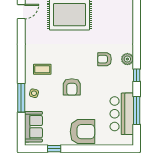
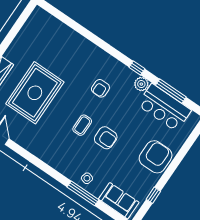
plant: (127, 59) -> (141, 84), moved
coffee table: (42, 69) -> (82, 125), moved

